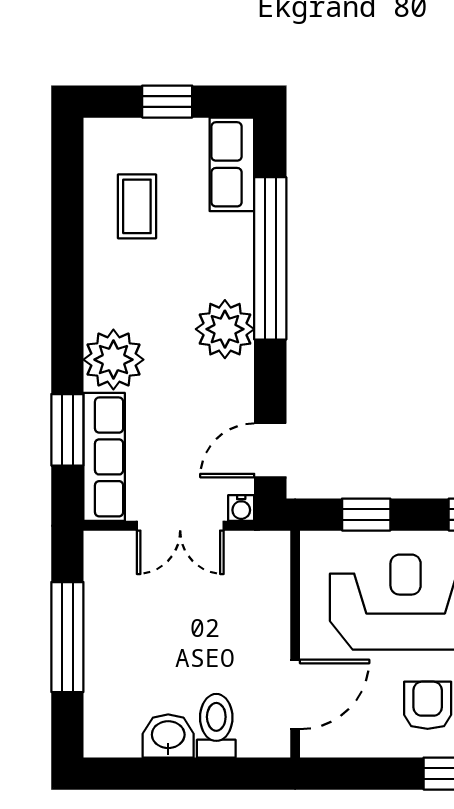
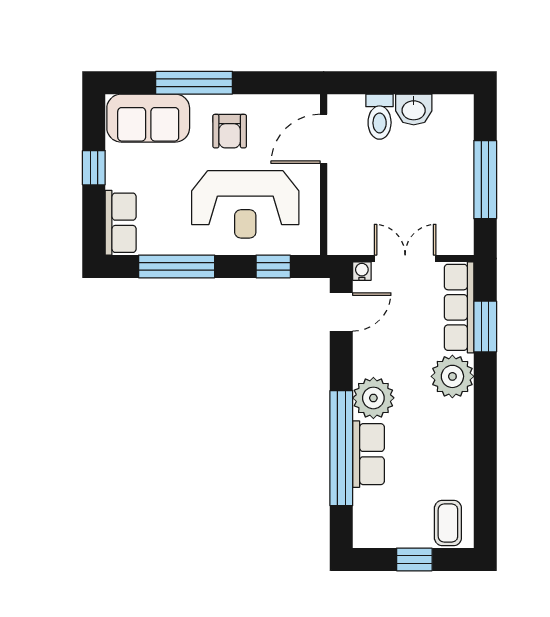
row of seats: (232, 164) -> (368, 454), moved
coffee table: (137, 206) -> (448, 523), moved

